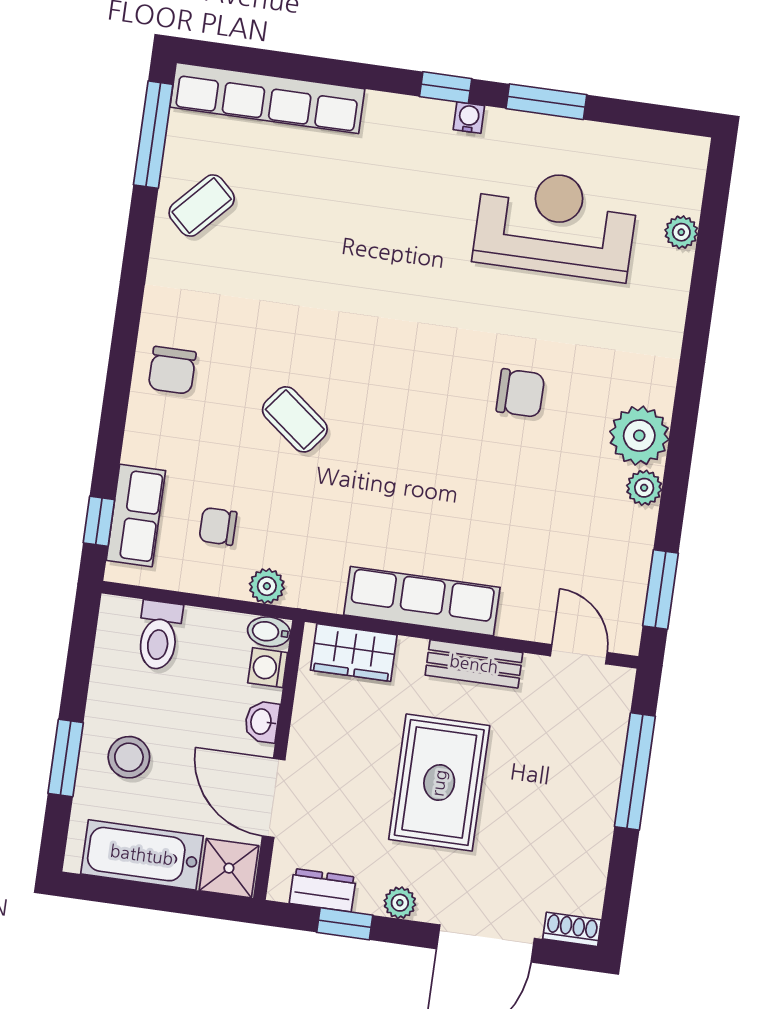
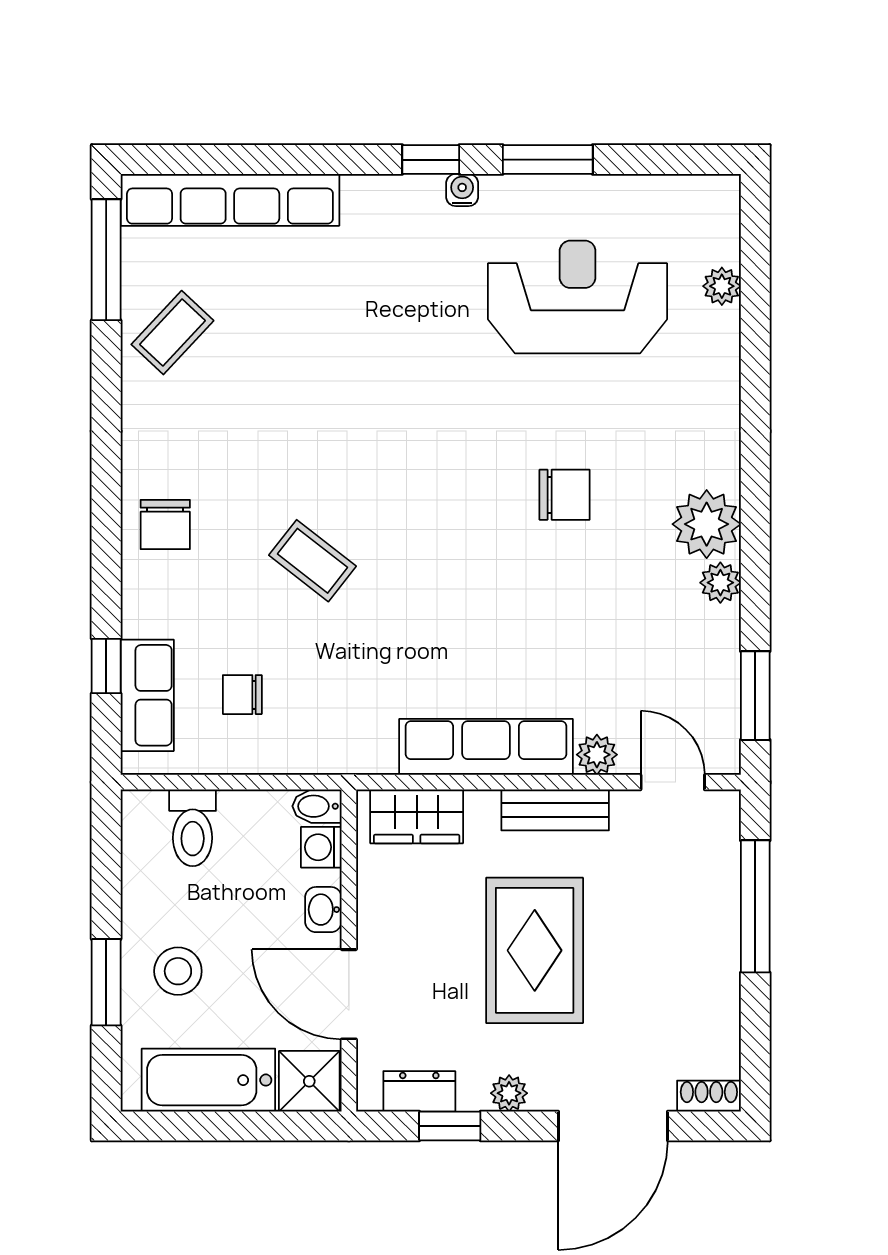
window: (99, 521) -> (106, 666), moved
plant: (267, 586) -> (597, 755), moved

